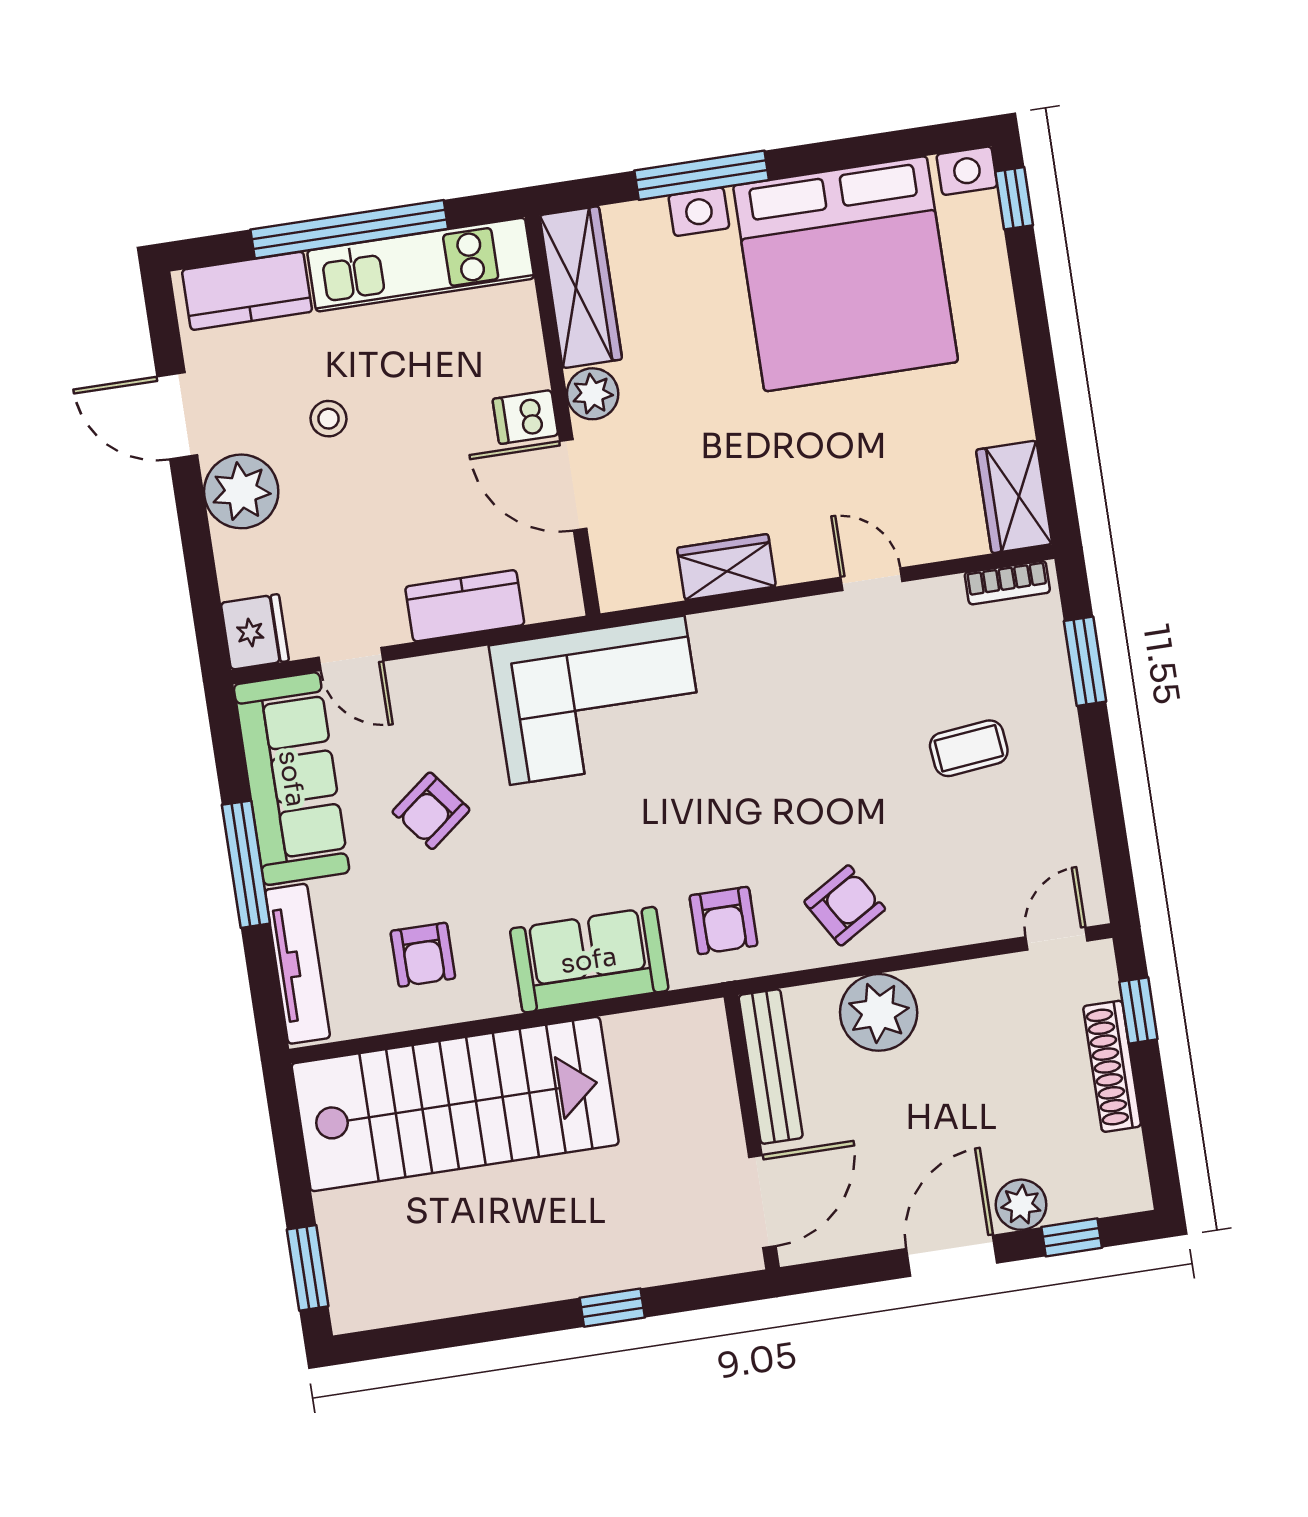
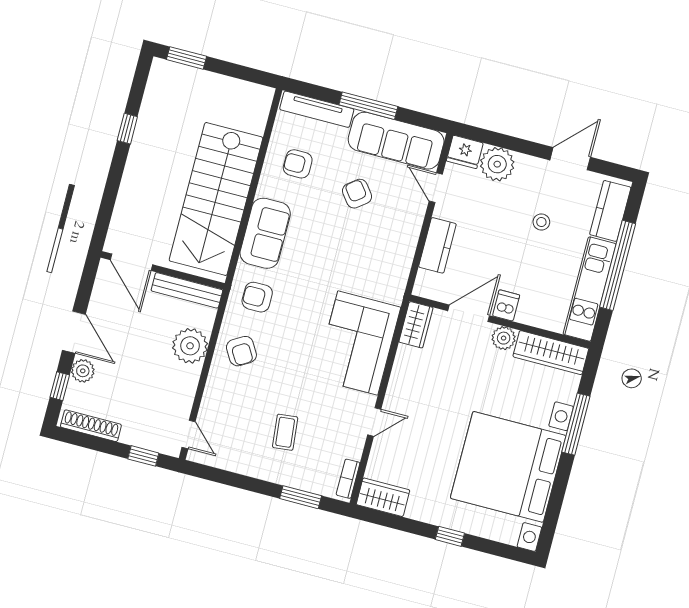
window: (1014, 198) -> (450, 536), moved
plant: (241, 491) -> (497, 164), moved
wardrobe: (726, 567) -> (416, 325), moved
door: (351, 659) -> (436, 188), hinge flipped
corner sofa: (597, 700) -> (358, 343), moved
shoe rack: (1112, 1066) -> (91, 426), moved
stairs: (455, 1104) -> (216, 199), moved
window: (612, 1308) -> (127, 129), moved

